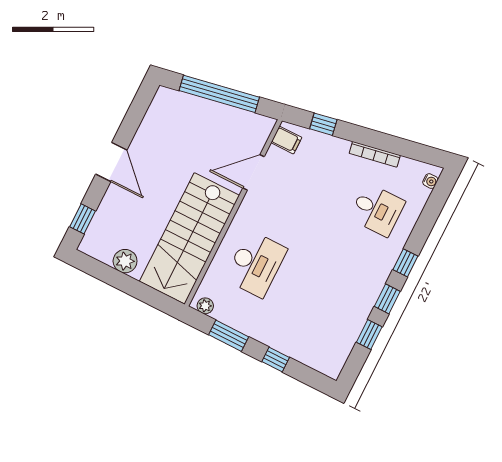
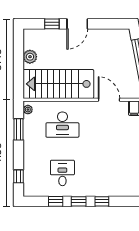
desk: (377, 210) -> (62, 173), moved, turned 180
window: (83, 219) -> (52, 24), moved
window: (276, 359) -> (19, 176), moved

